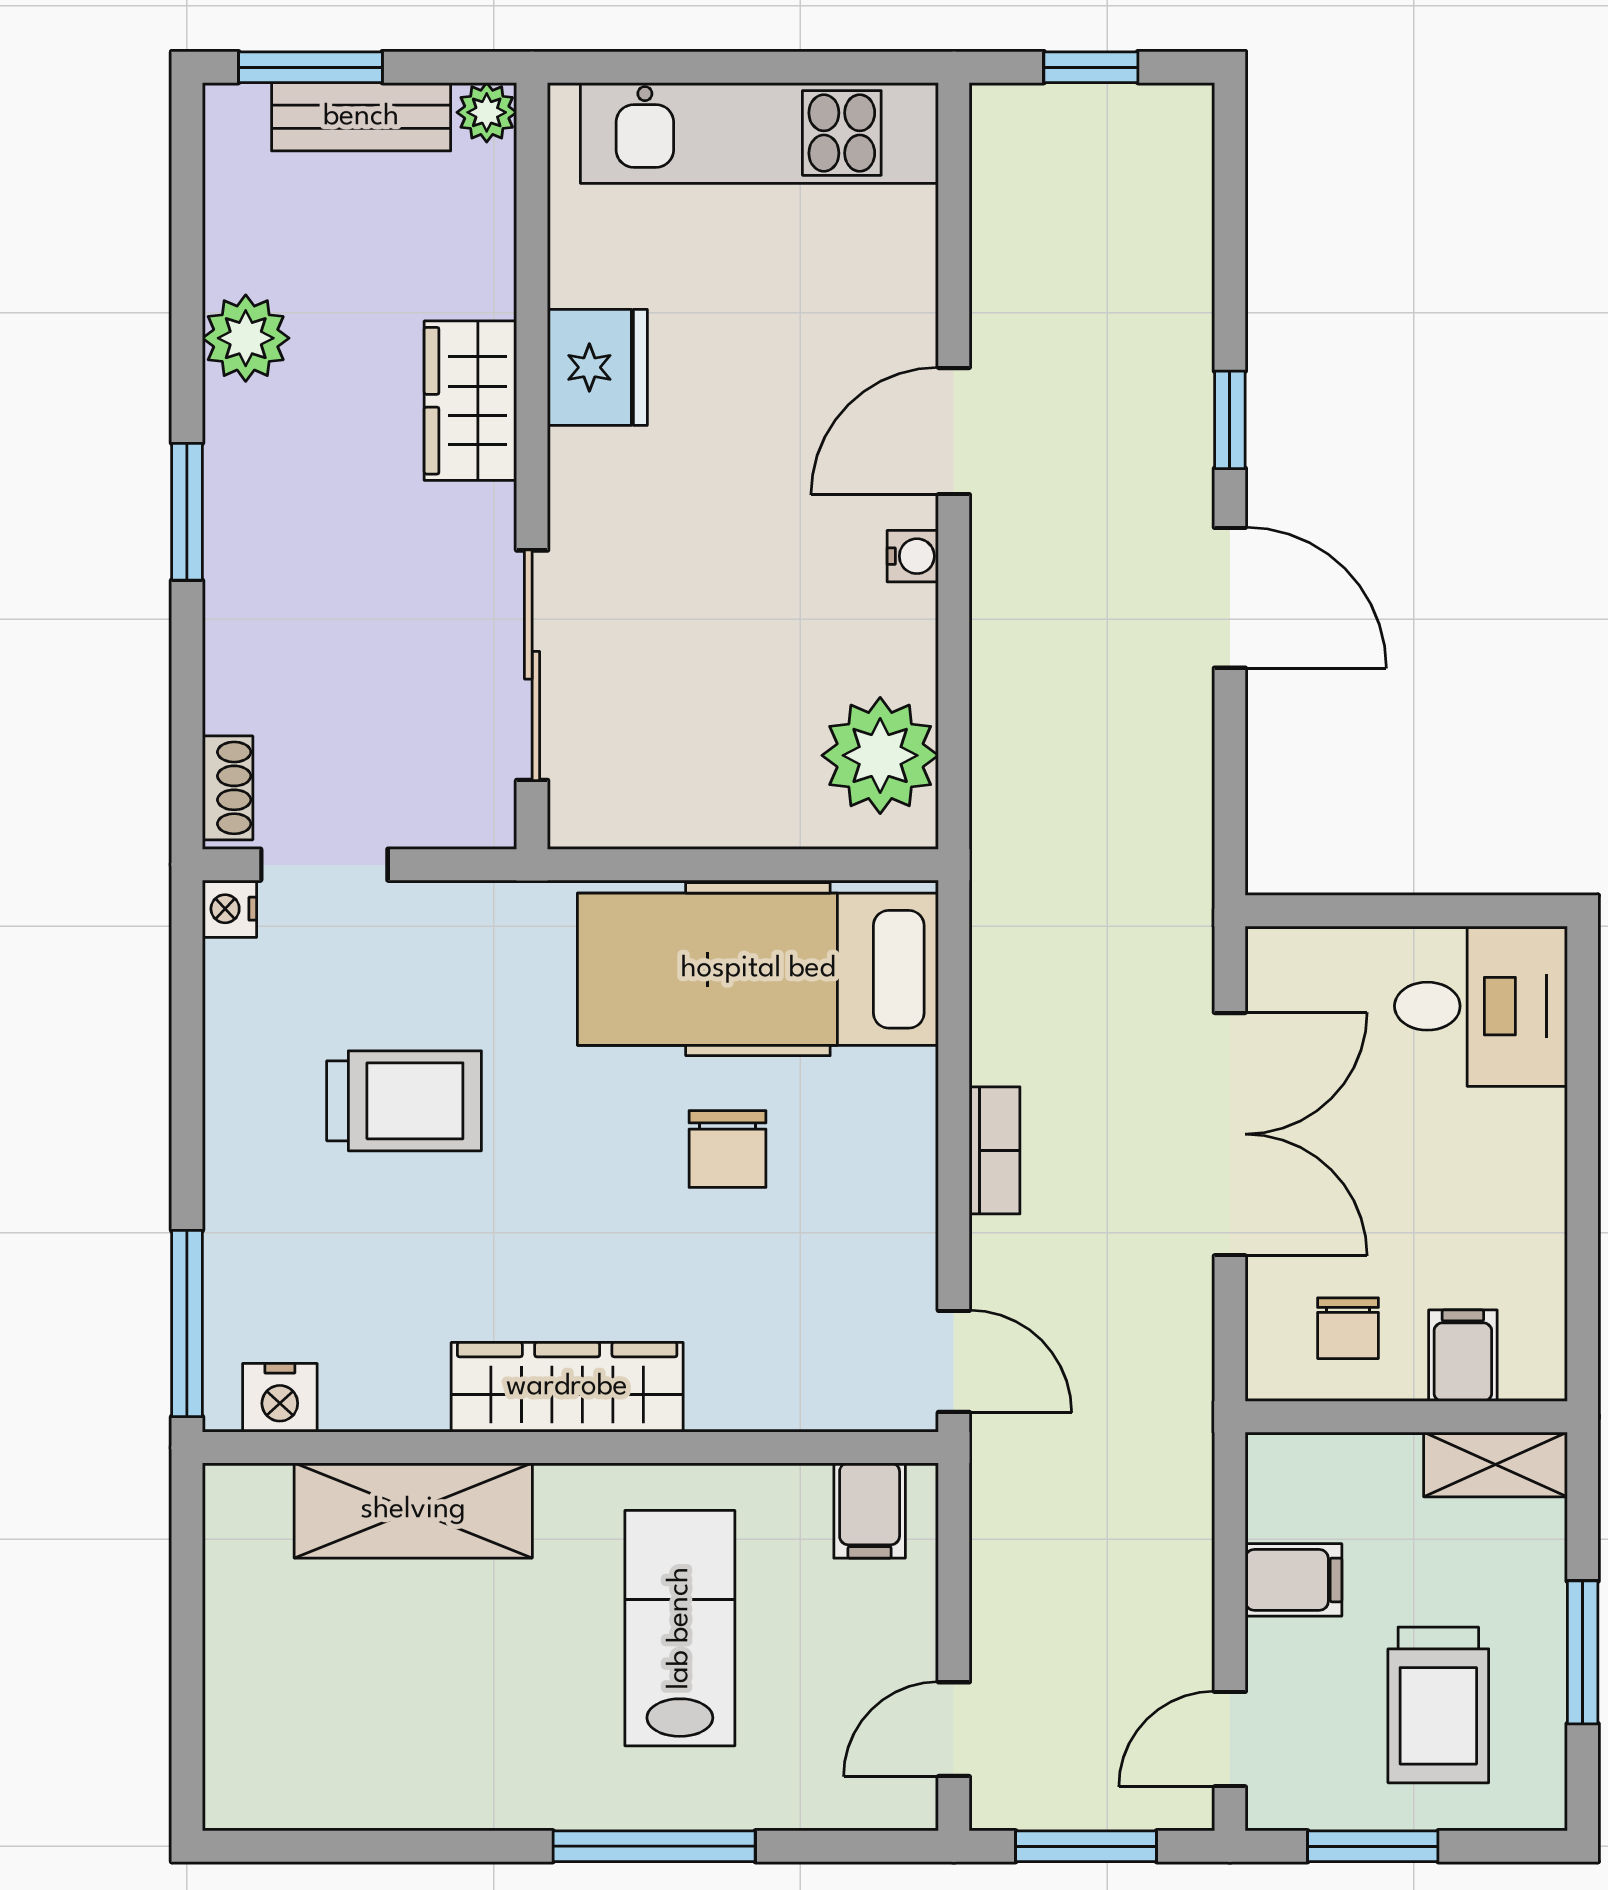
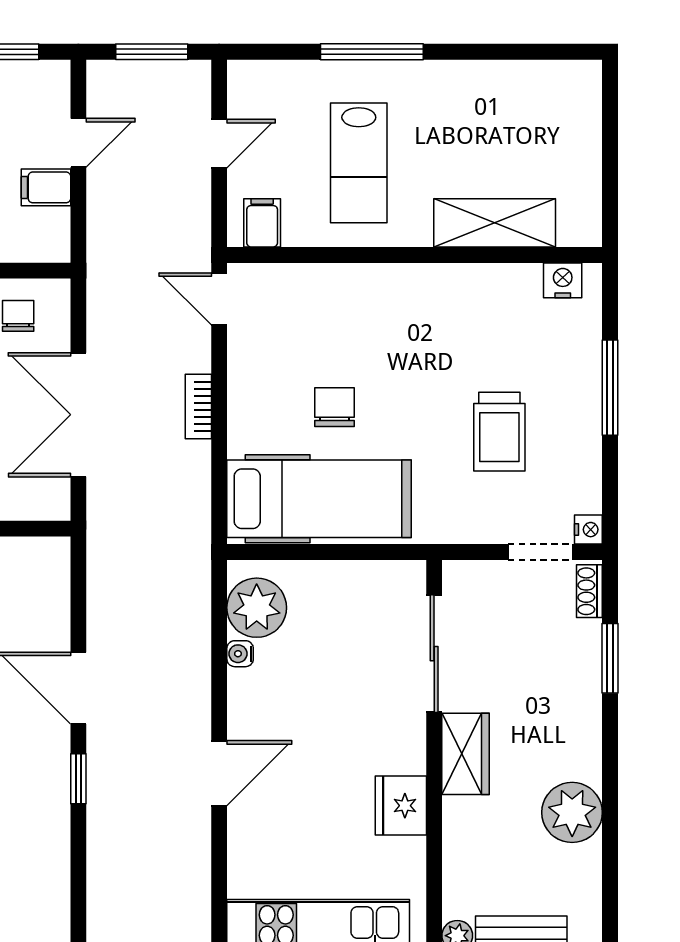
plant: (246, 338) -> (572, 812), width x1.36, depth x1.36
wardrobe: (470, 401) -> (466, 754), moved
window: (187, 512) -> (610, 658), moved
water cooler: (913, 556) -> (240, 654), moved
trolley: (404, 1101) -> (499, 432), turned -90
window: (187, 1324) -> (610, 388), moved
wardrobe: (567, 1387) -> (416, 286), removed
door: (954, 1729) -> (219, 144), moved
door: (1230, 1739) -> (78, 143), moved

